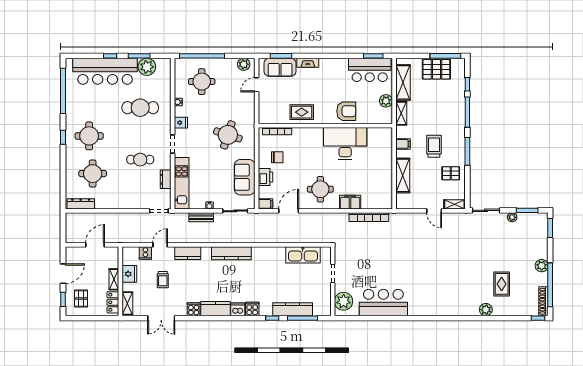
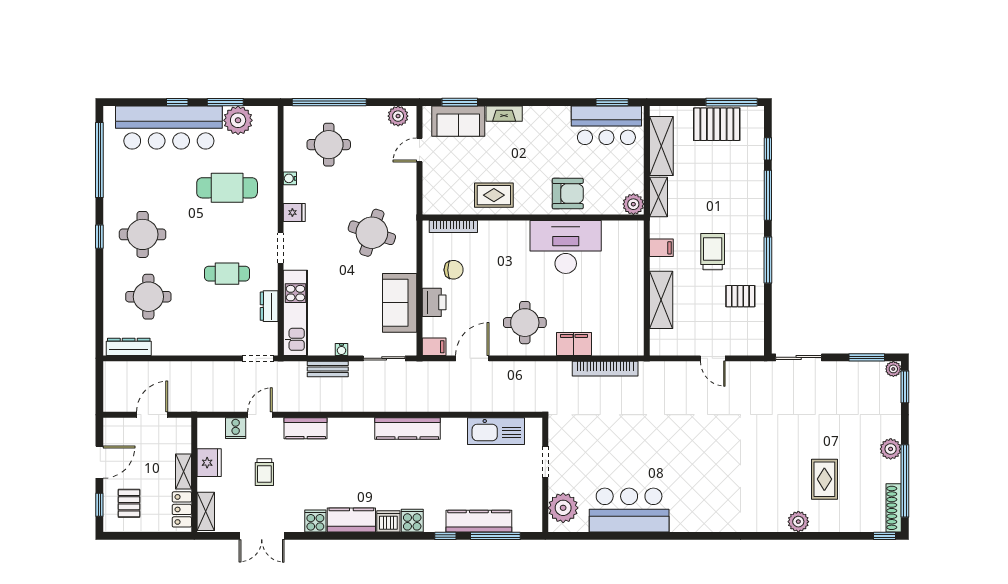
plant: (386, 101) -> (633, 204), moved
shelving: (454, 204) -> (746, 348), removed
plant: (512, 217) -> (893, 369), moved
kitchen counter: (231, 253) -> (408, 428), moved

